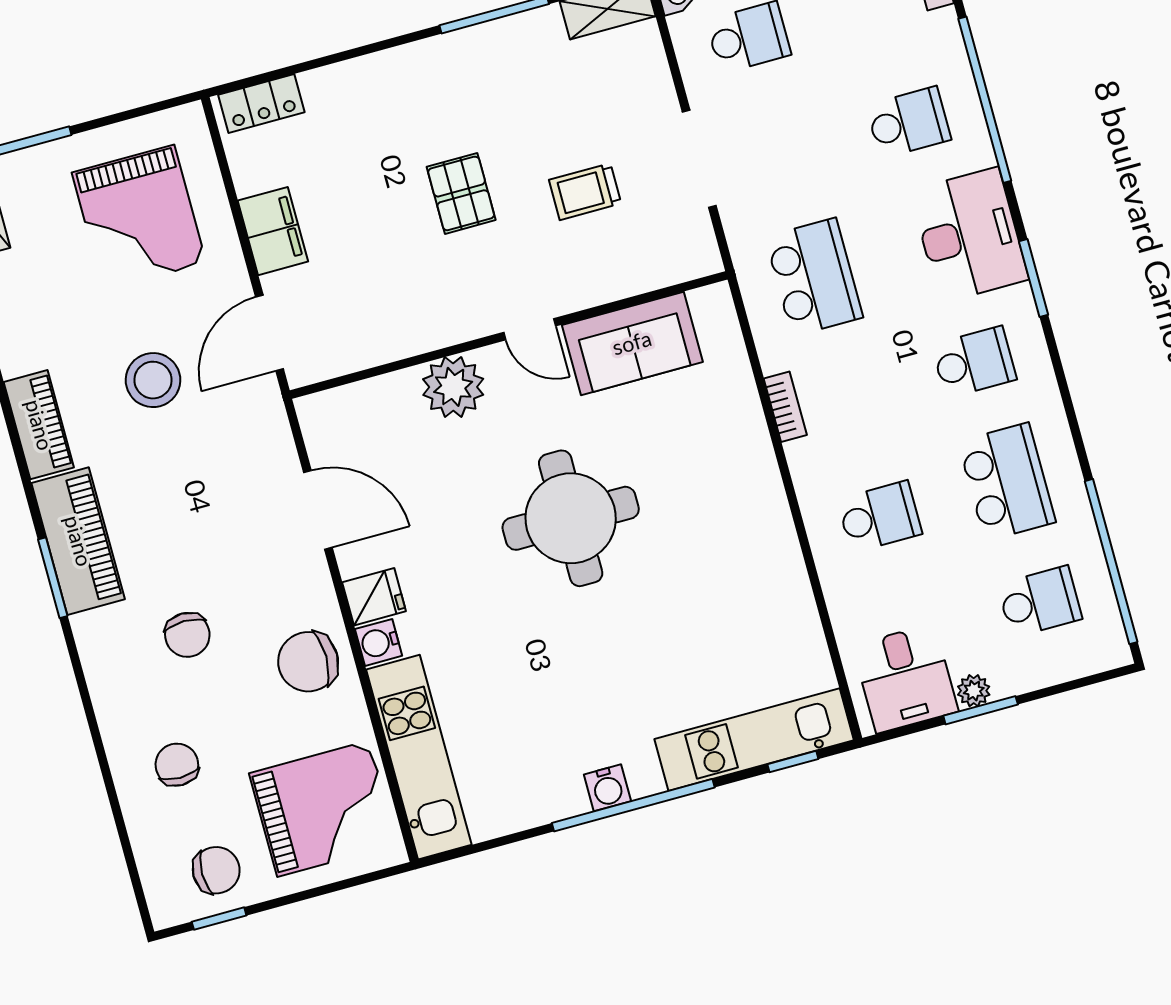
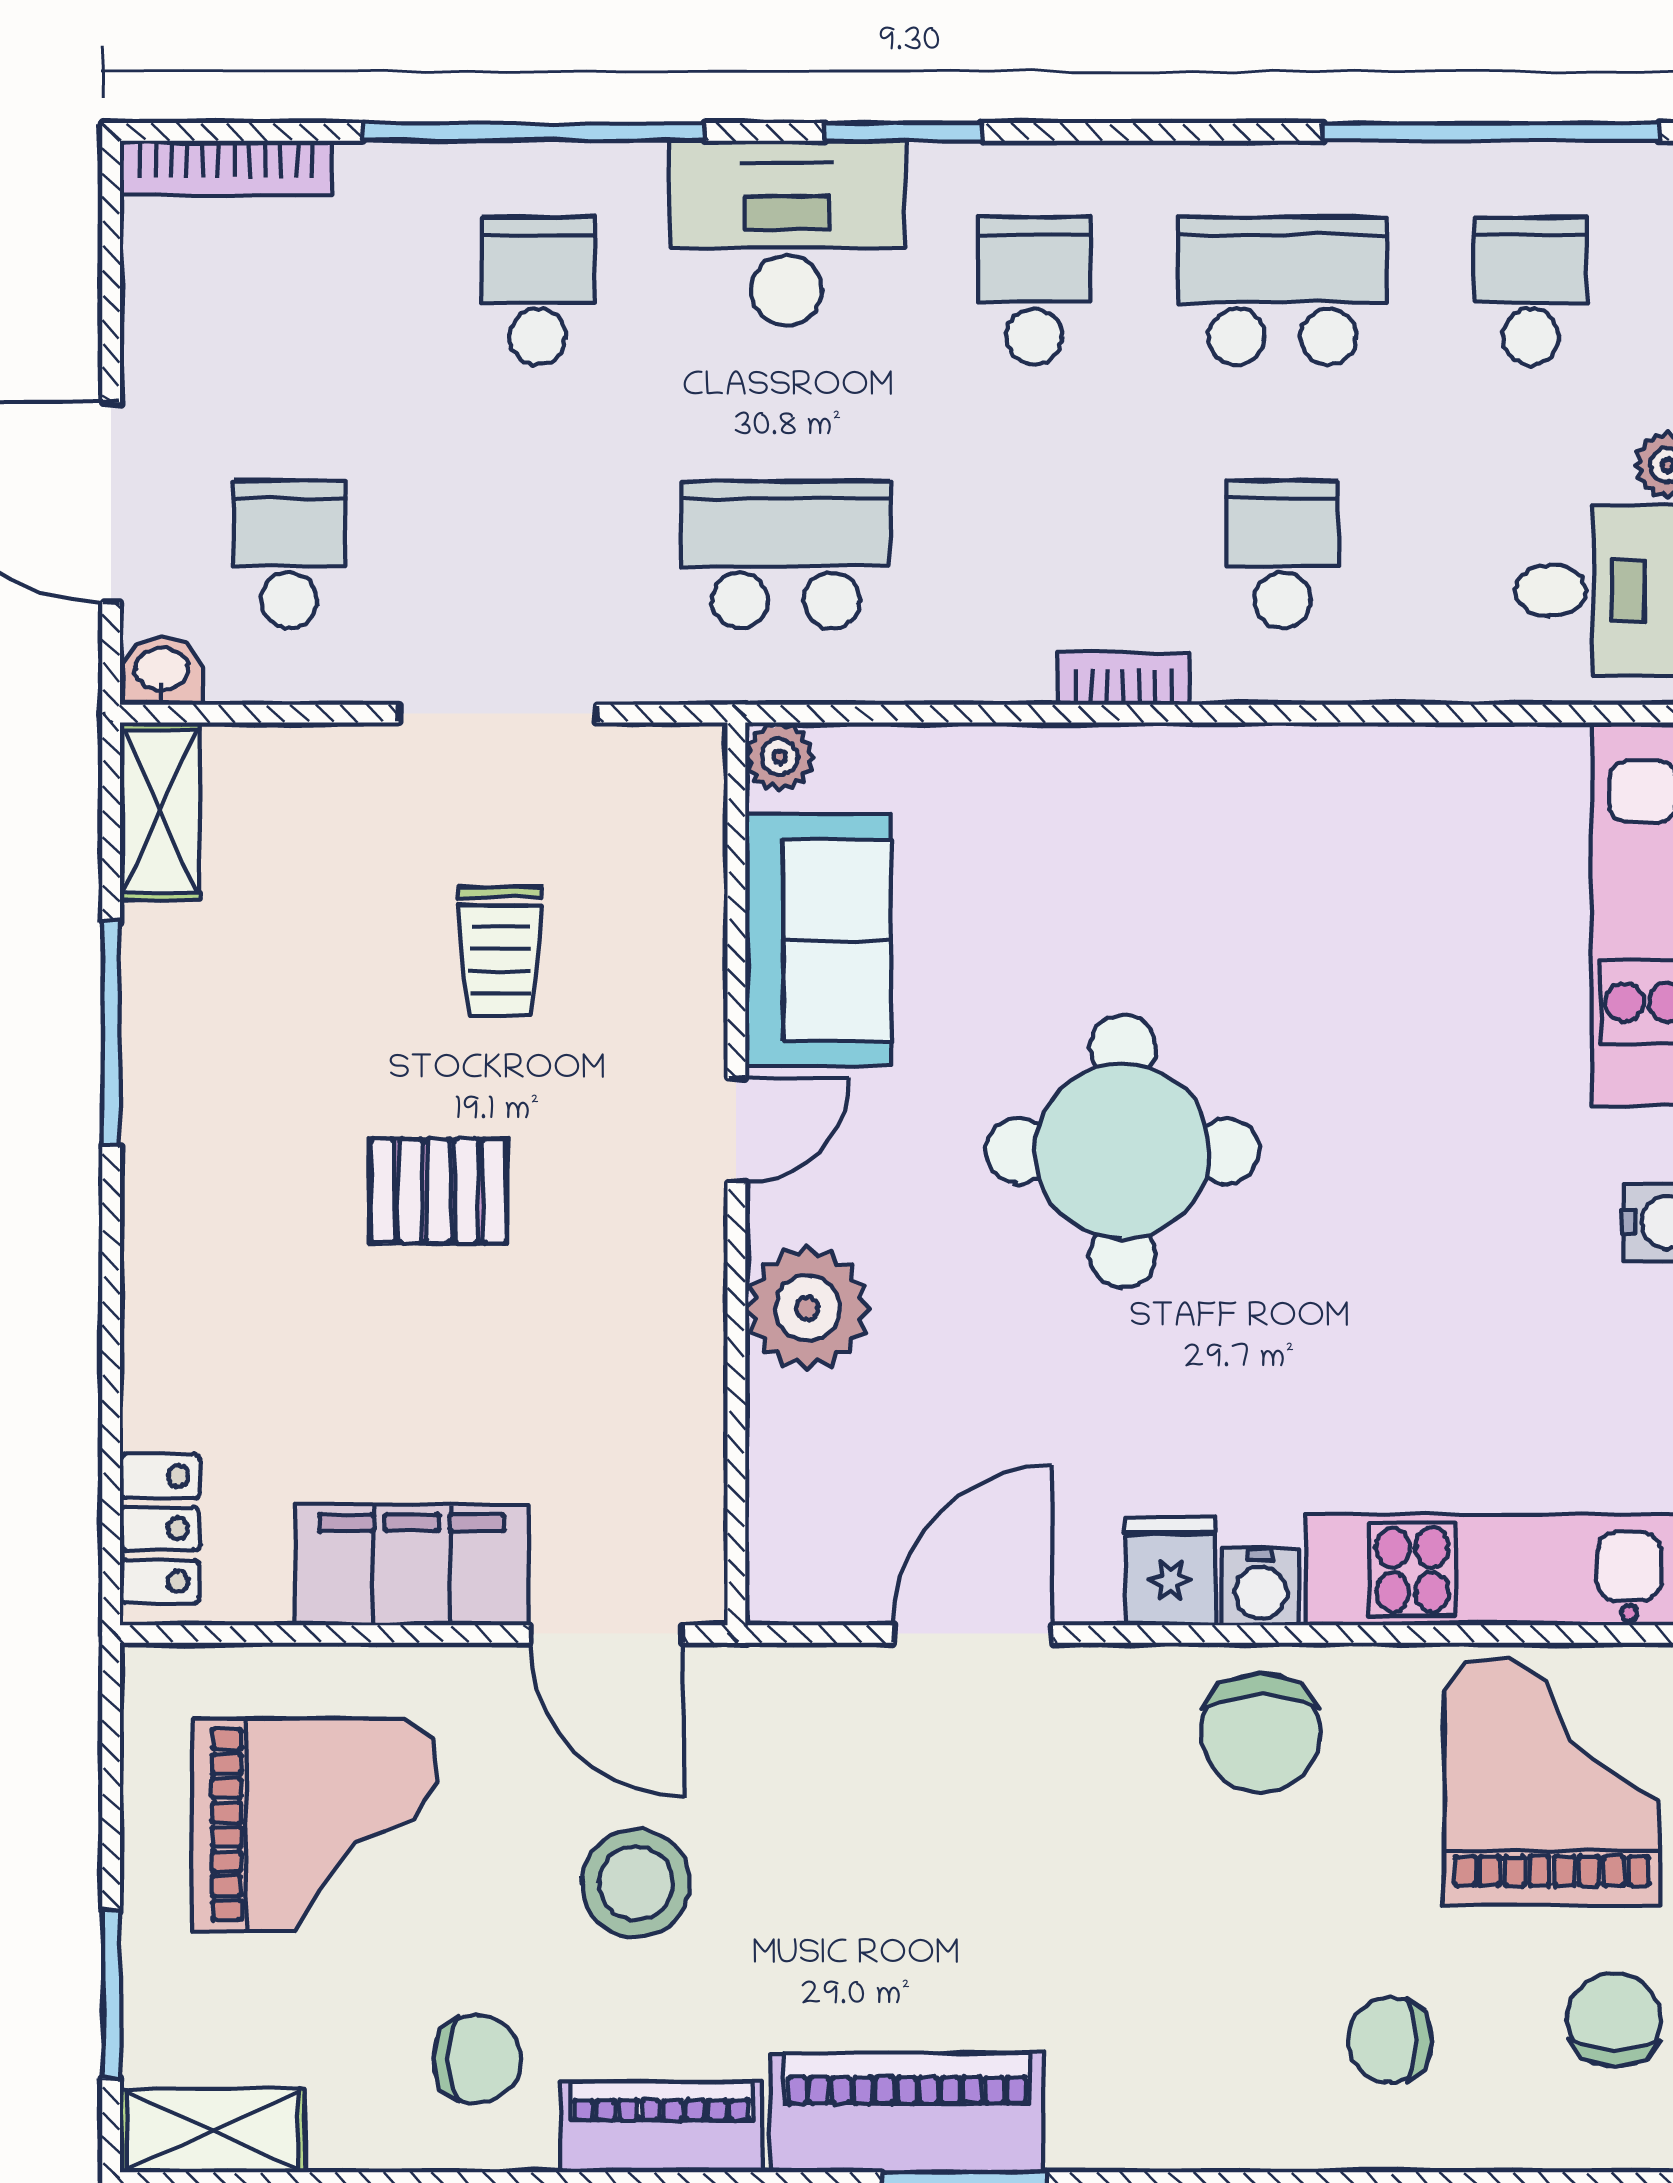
filing cabinet: (273, 231) -> (412, 1565), width x1.50, depth x1.17
plant: (716, 301) -> (780, 757), added
bookcase: (785, 407) -> (1123, 678), moved
chair: (187, 635) -> (477, 2059), moved

